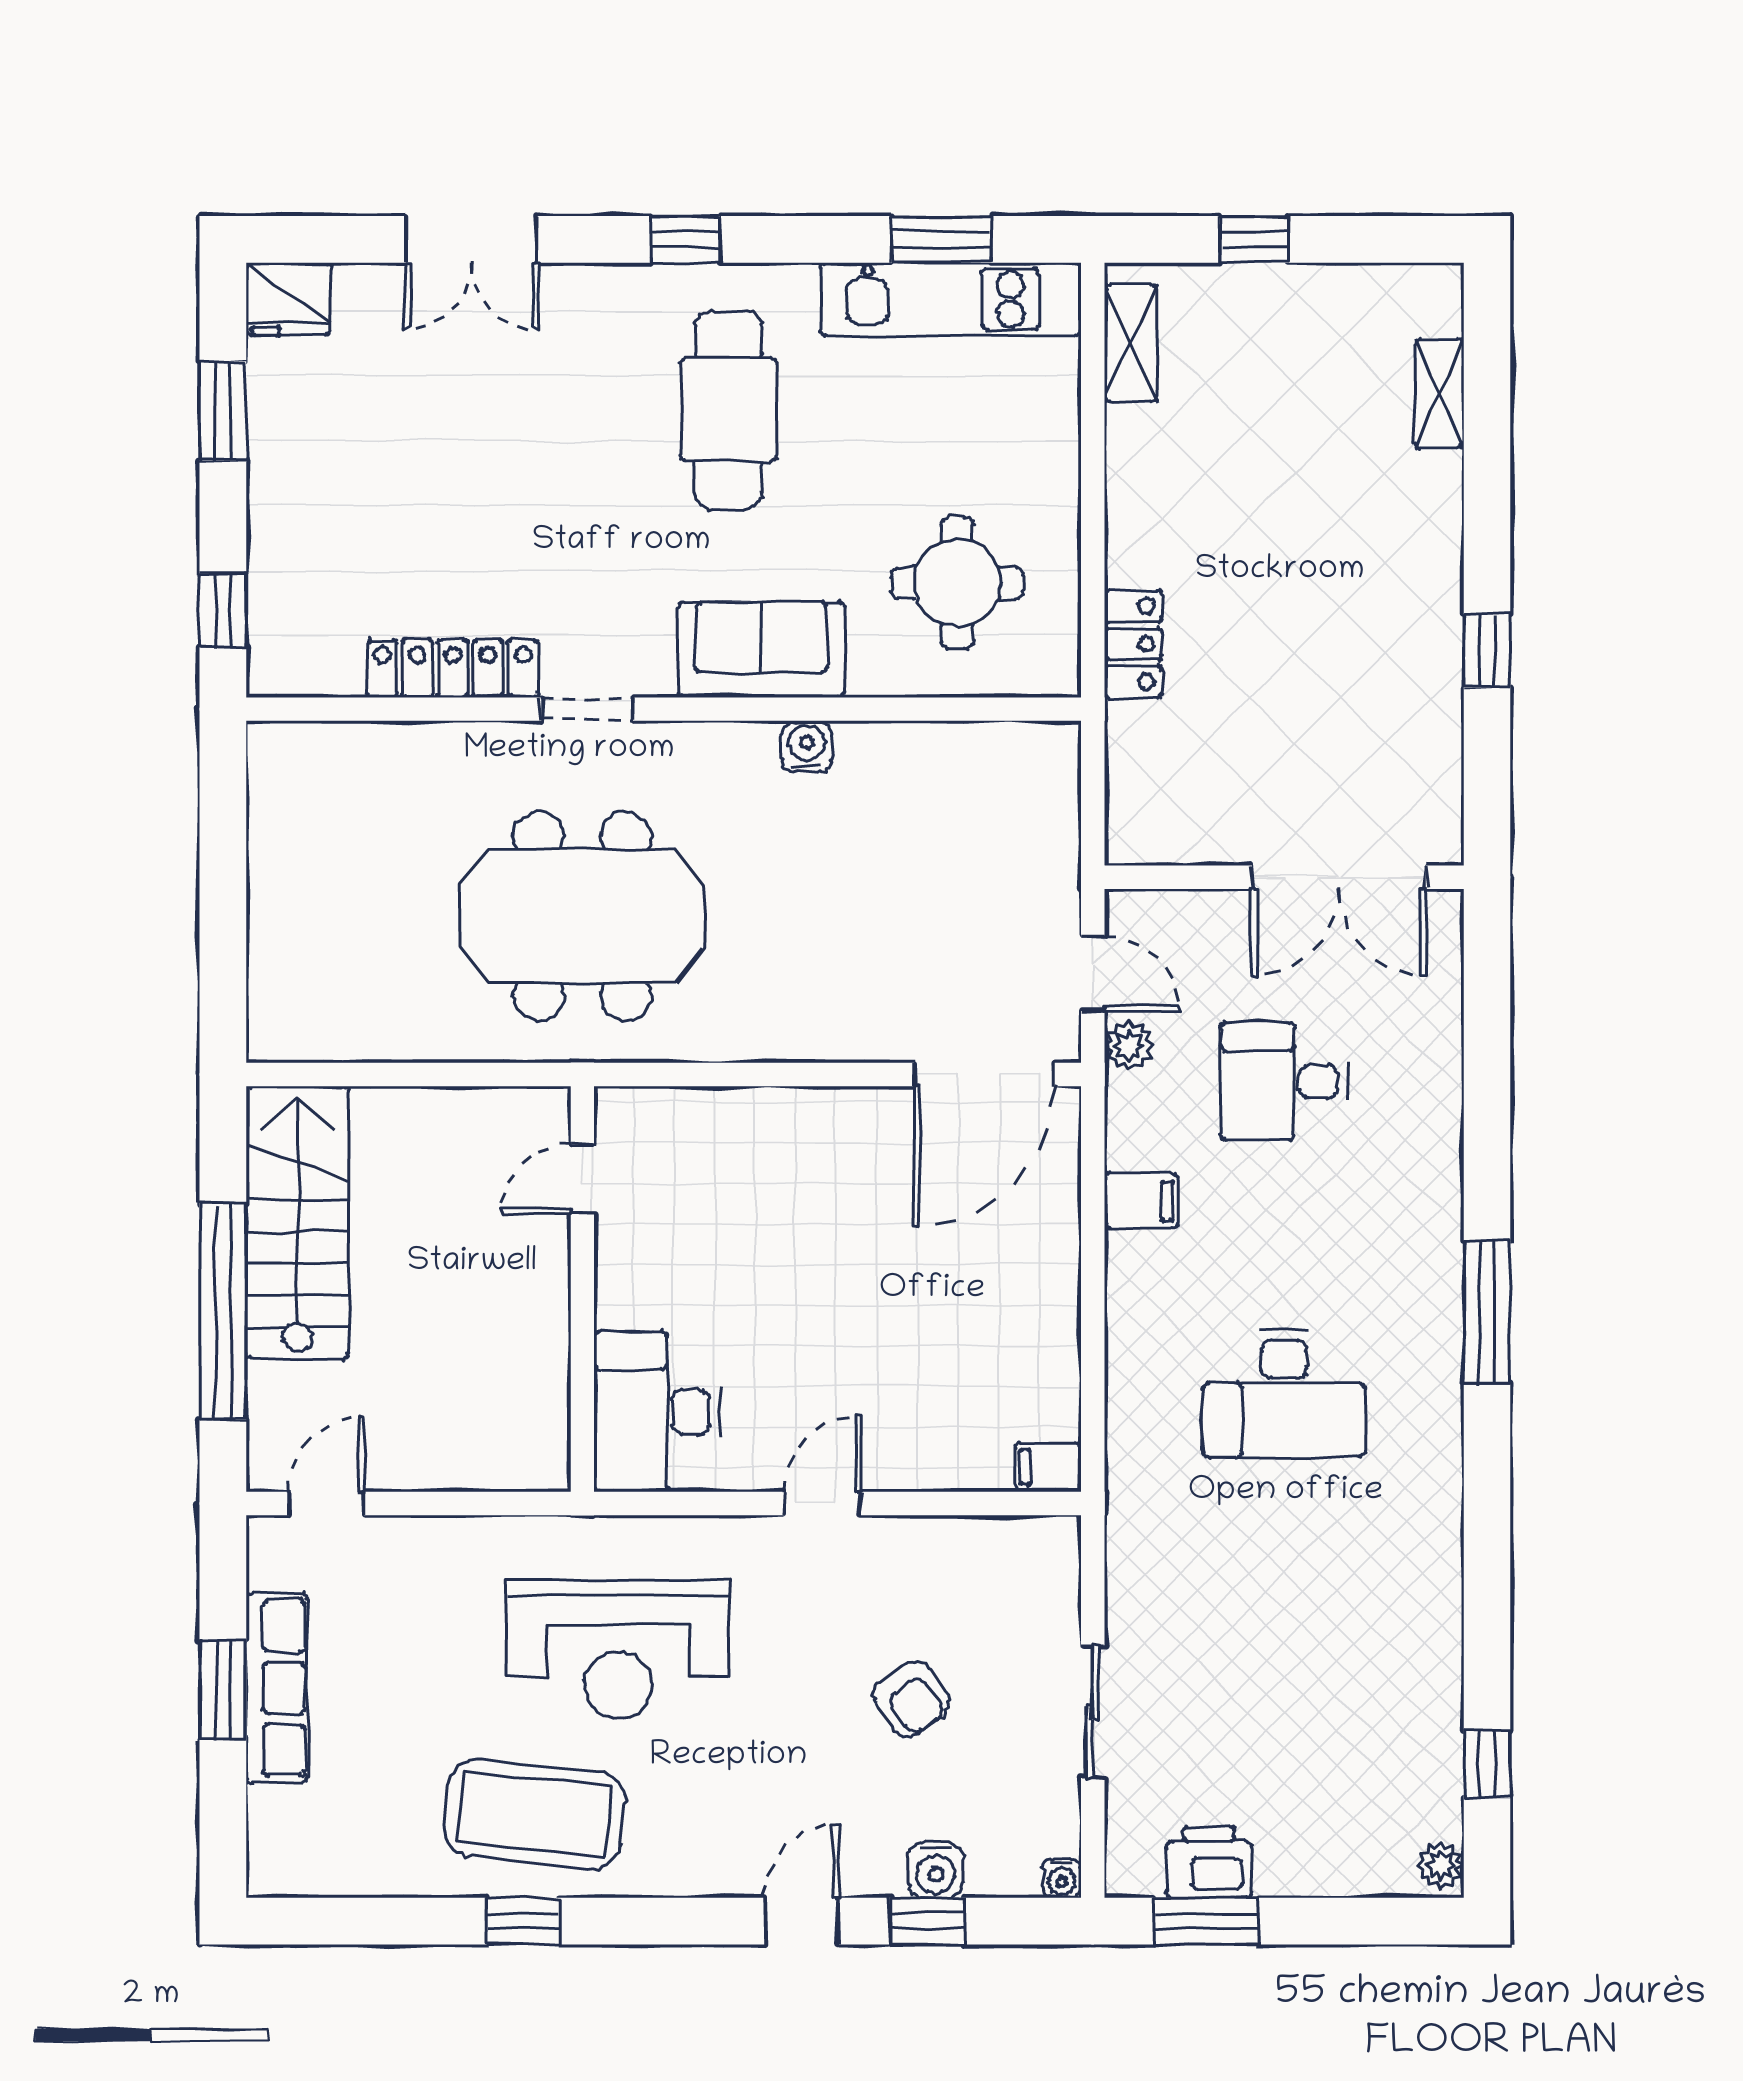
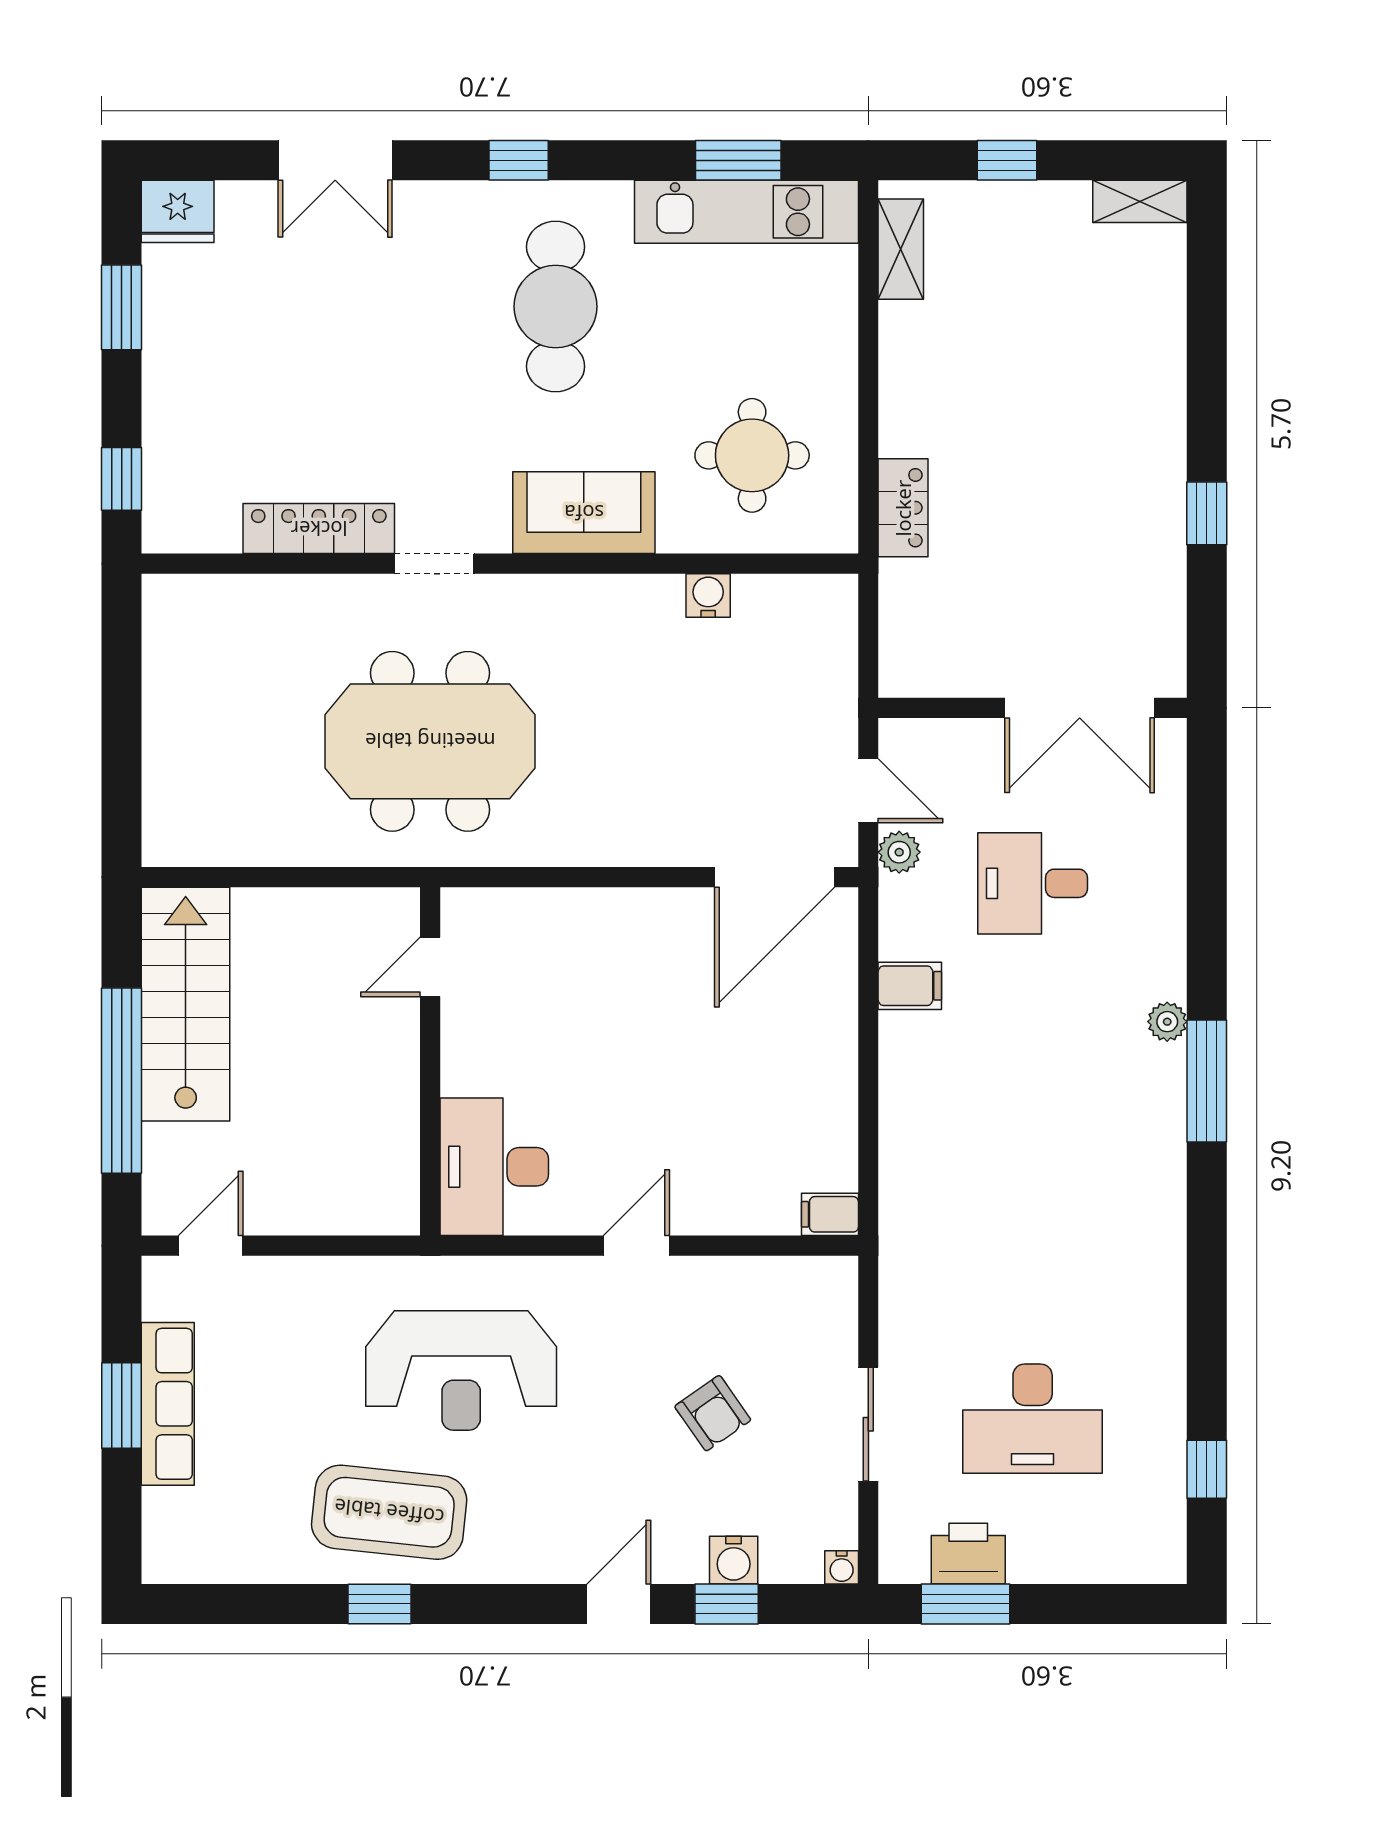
shelving: (1439, 394) -> (1140, 201), moved, turned 90
water cooler: (807, 746) -> (708, 595), moved
desk: (1284, 1393) -> (1033, 1419), moved
plant: (1441, 1865) -> (1167, 1022), moved

